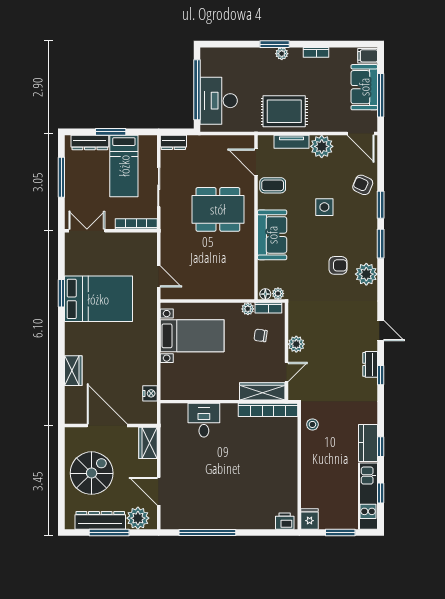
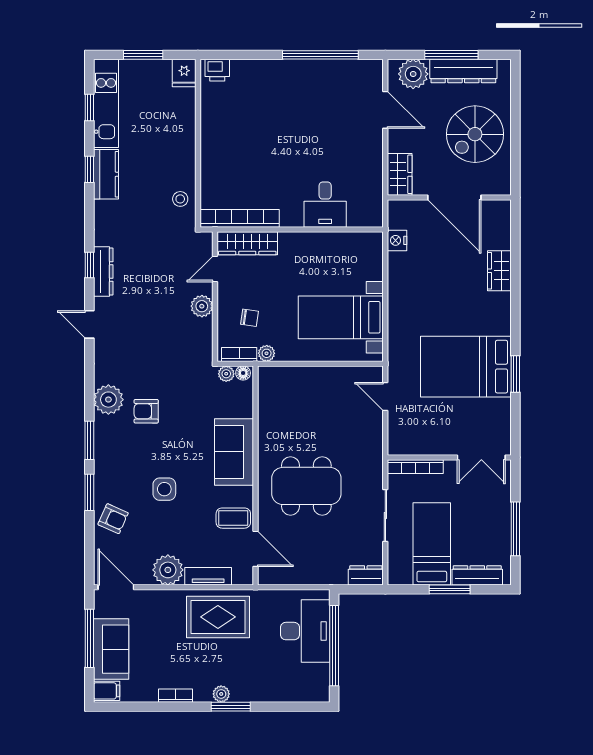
dresser: (370, 364) -> (103, 272), width x1.44

